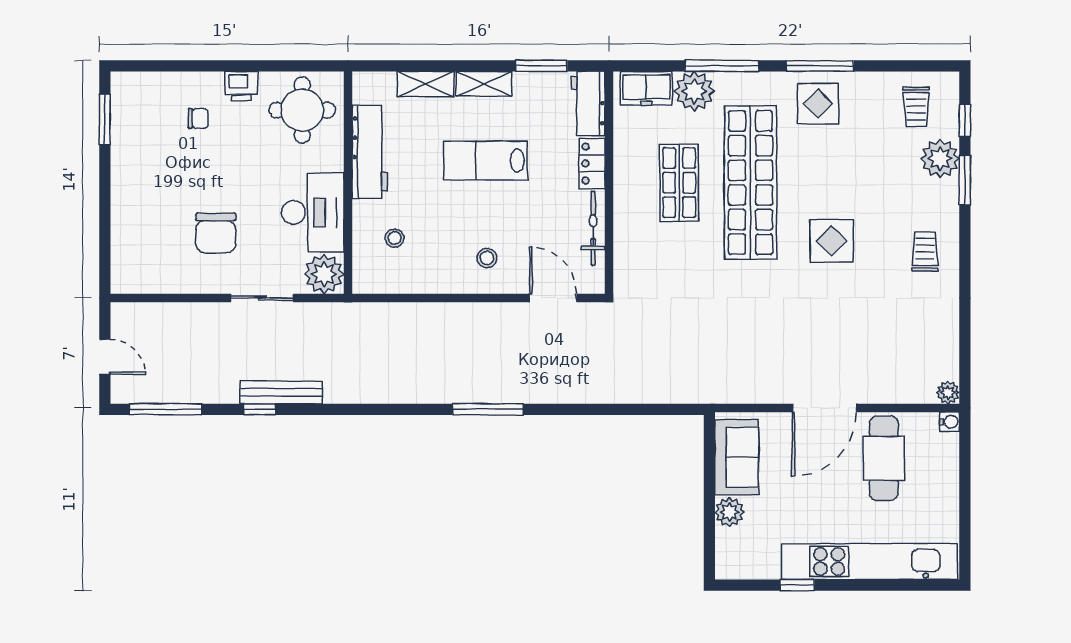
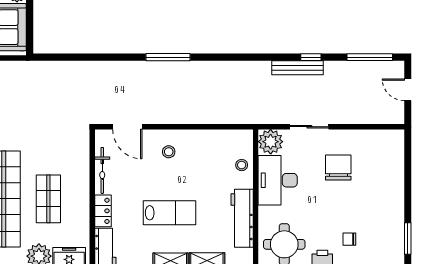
stool: (395, 238) -> (242, 165), moved

